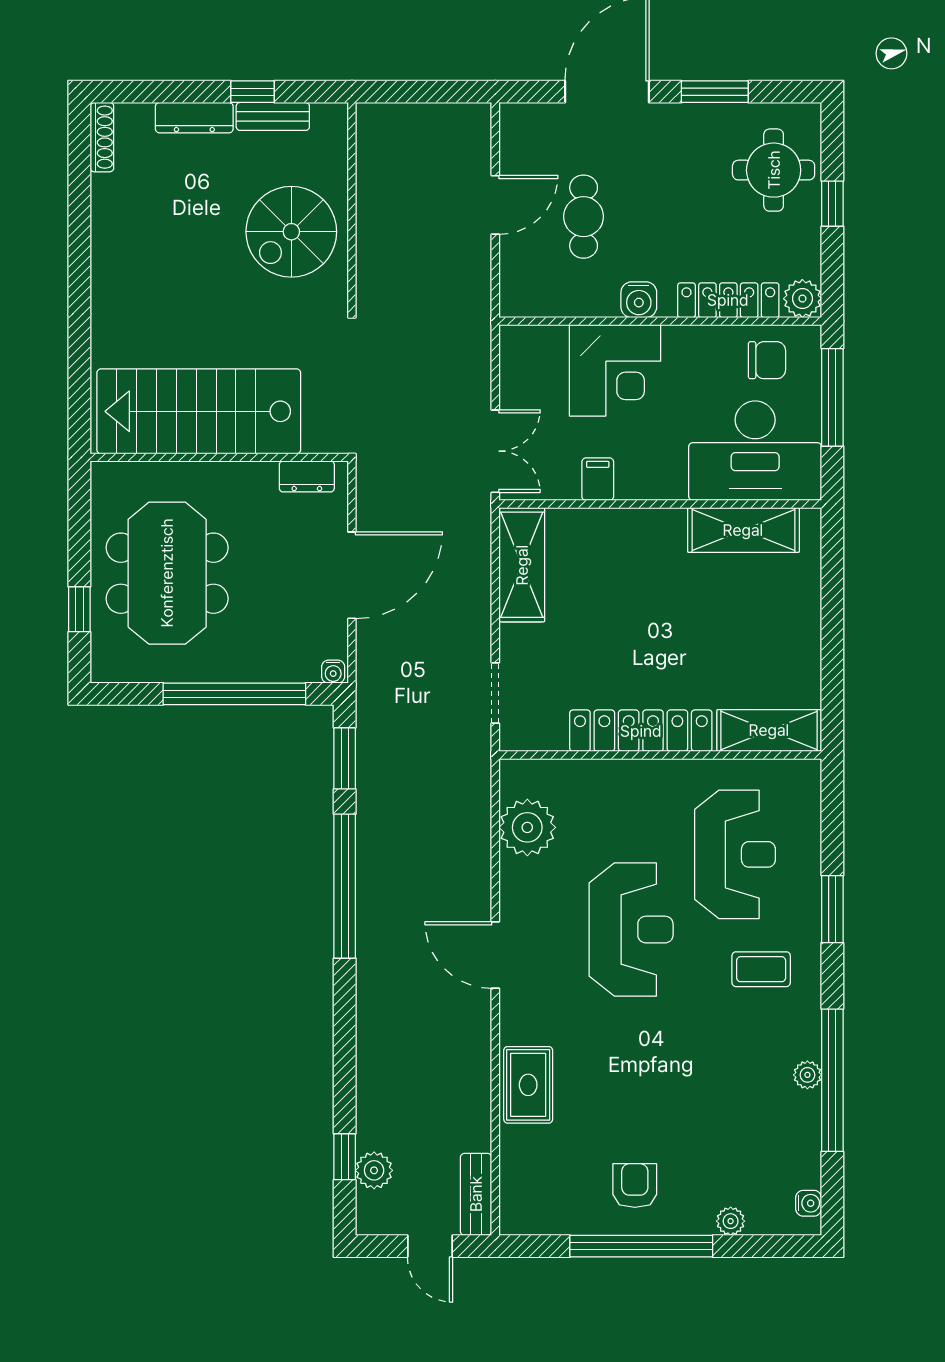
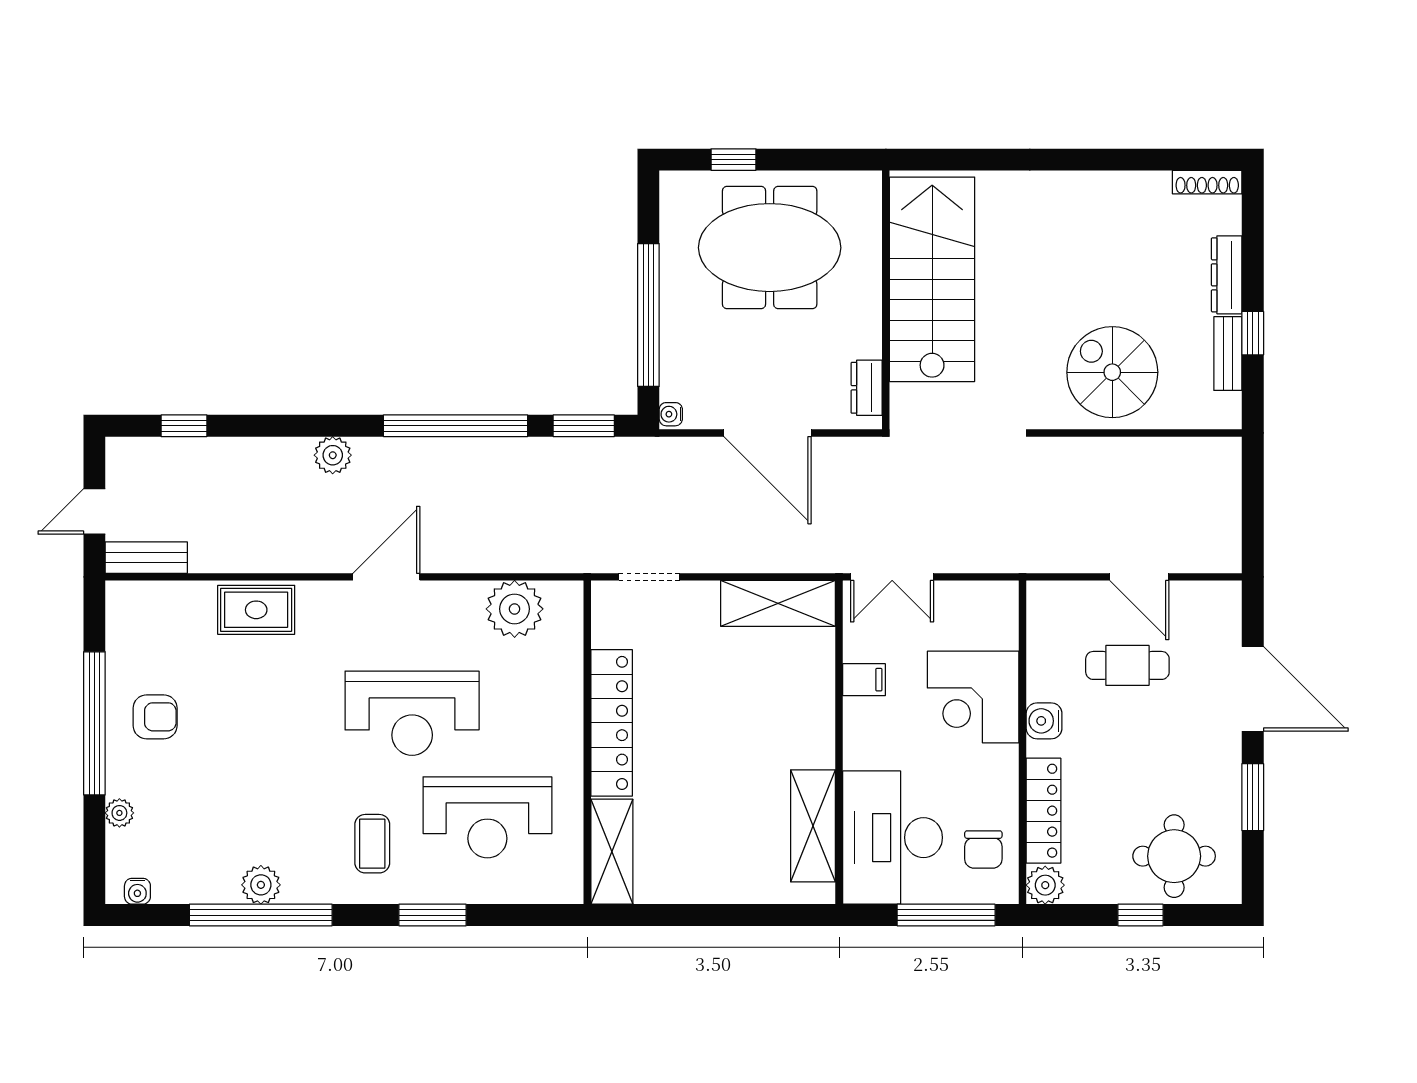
plant: (807, 1075) -> (261, 885), width x1.38, depth x1.38
plant: (374, 1170) -> (333, 455), moved

